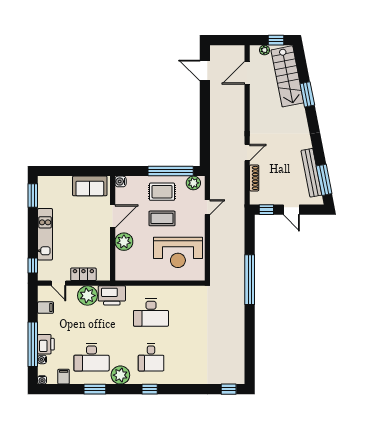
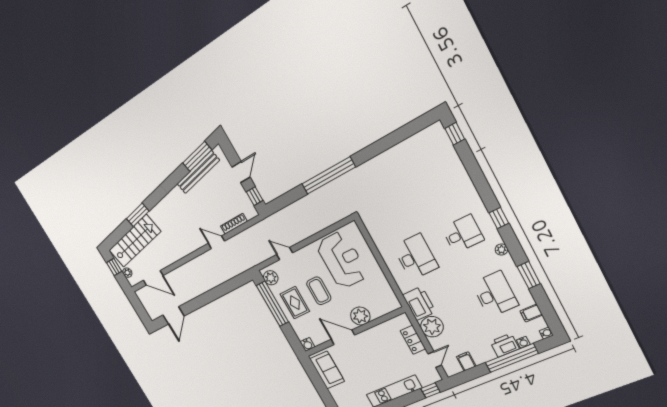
plant: (120, 375) -> (501, 250), width x0.53, depth x0.53

